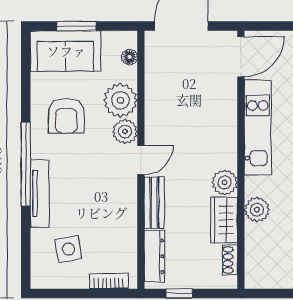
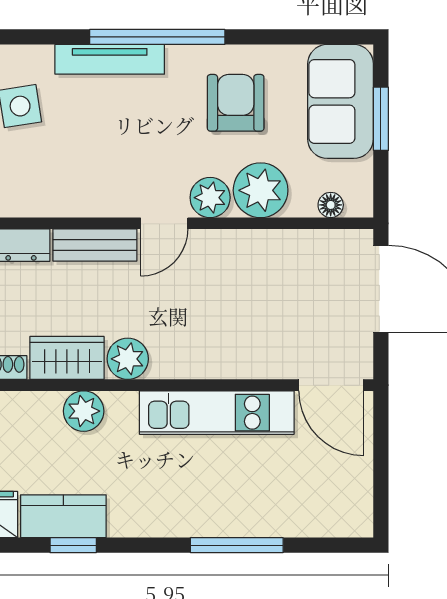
armchair: (66, 116) -> (236, 103), turned 90
door: (141, 160) -> (164, 223), hinge flipped

